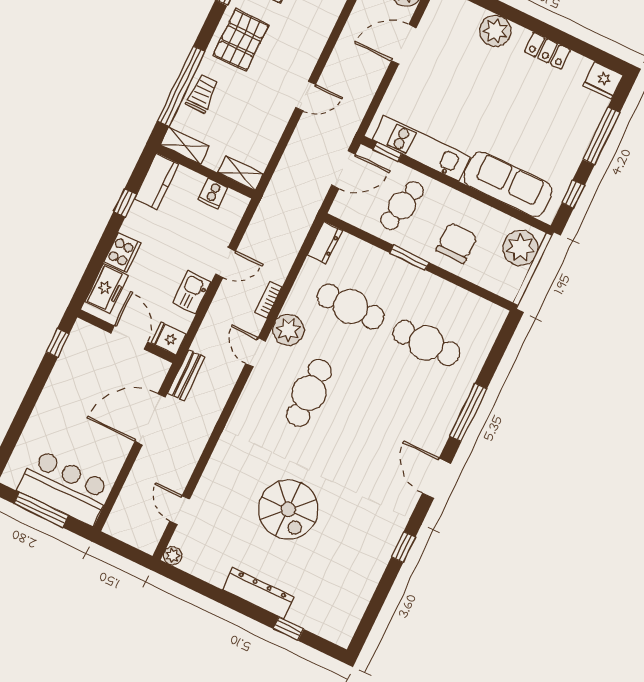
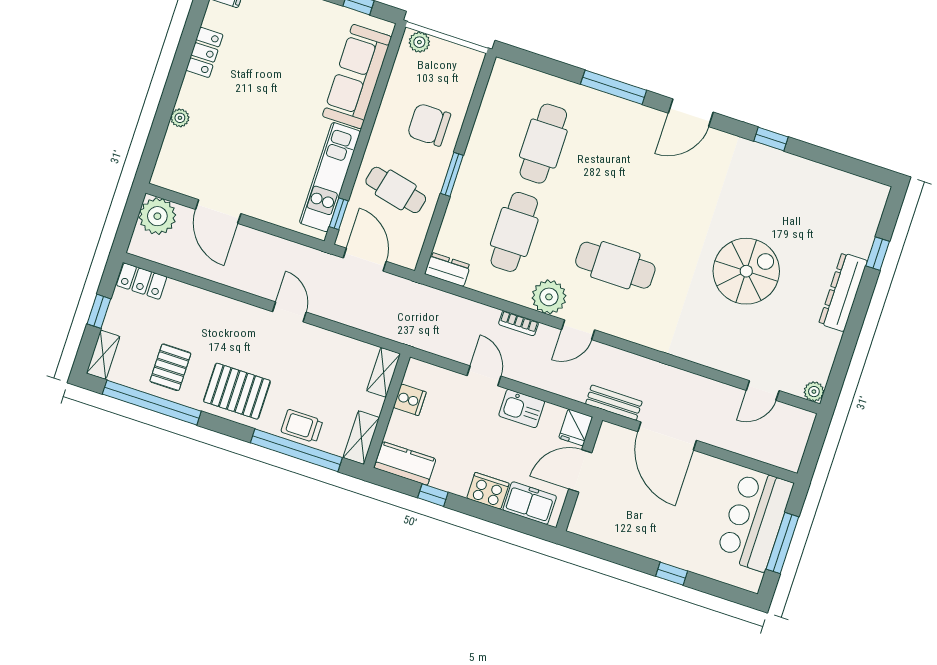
plant: (495, 31) -> (180, 118), width x0.53, depth x0.53
plant: (520, 248) -> (419, 42), width x0.53, depth x0.53
window: (58, 343) -> (672, 574), moved

